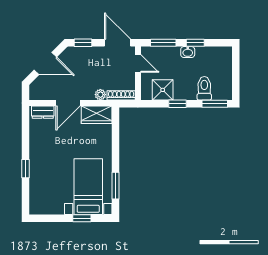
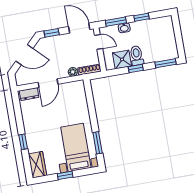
washbasin: (188, 52) -> (124, 28), moved
toilet: (204, 88) -> (137, 56), moved
wardrobe: (97, 115) -> (37, 165), moved, turned -90
window: (82, 218) -> (65, 175), moved

